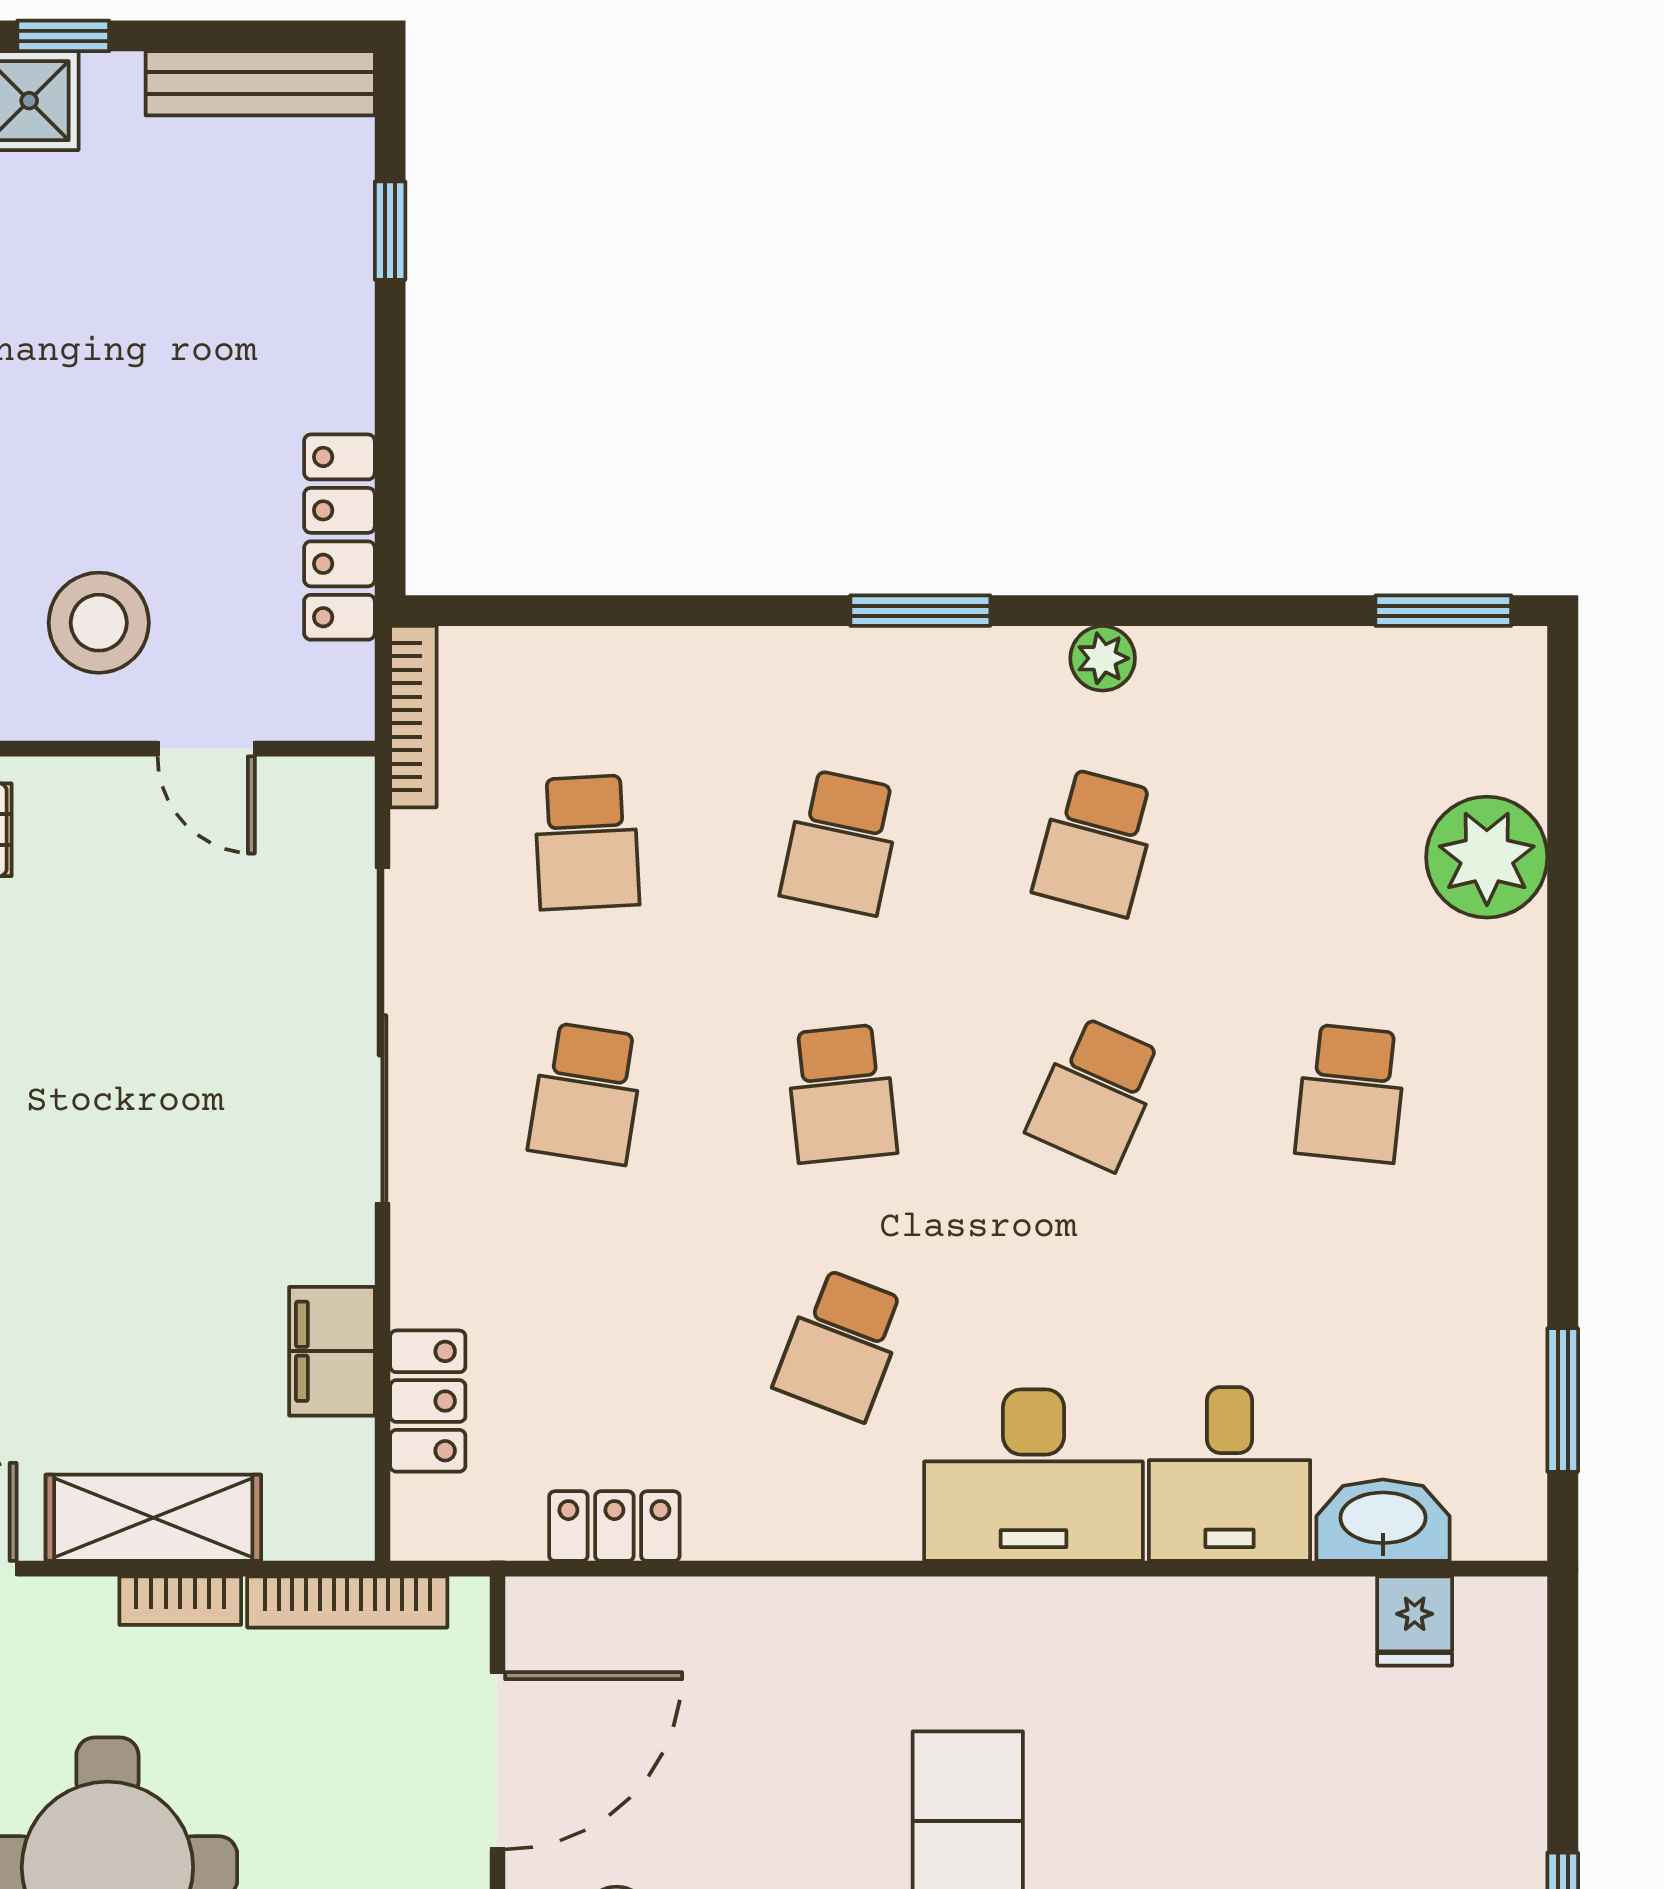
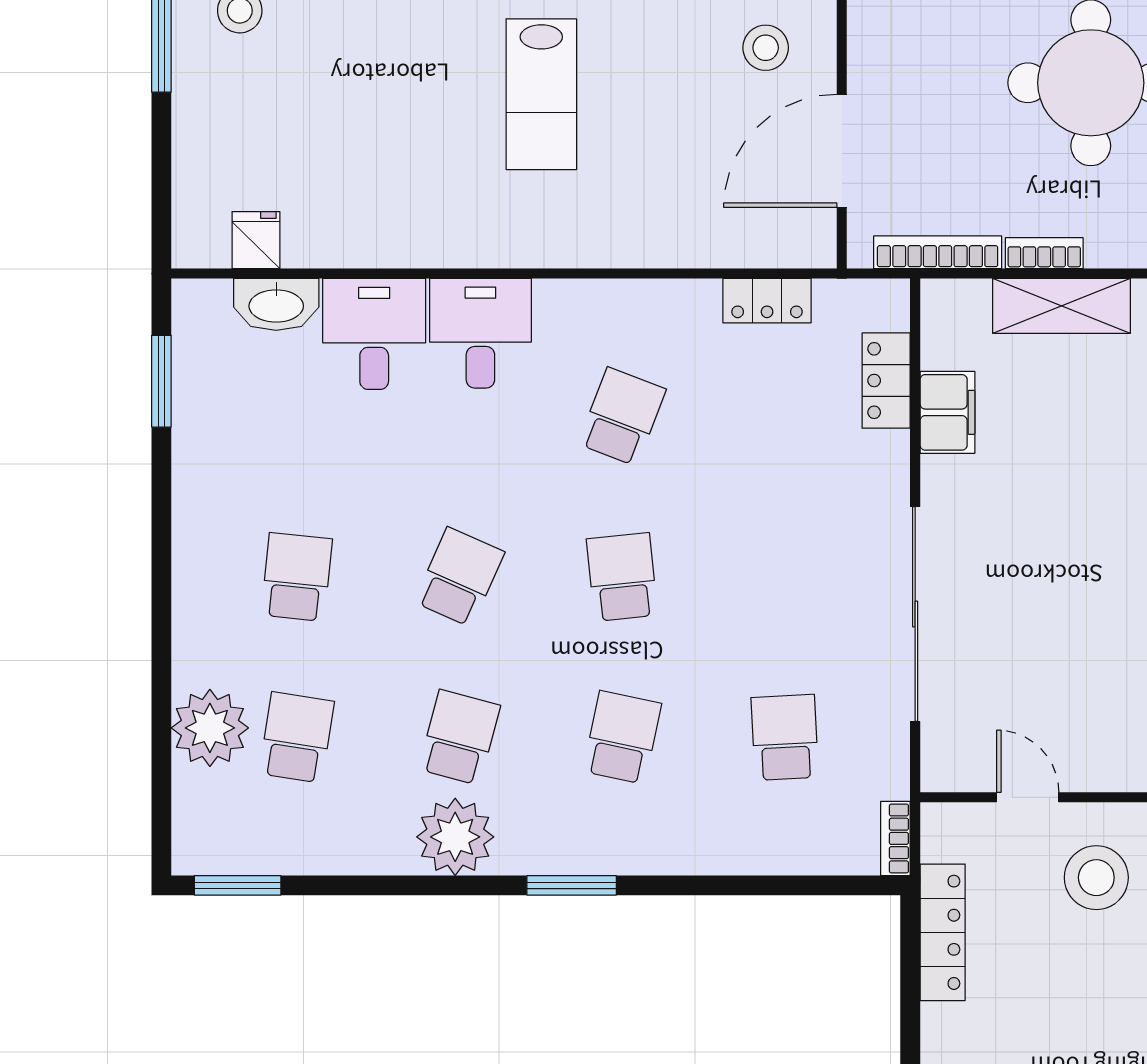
plant: (1103, 658) -> (455, 837), width x1.88, depth x1.88
bookcase: (413, 717) -> (895, 838), width x0.64
school desk: (587, 1093) -> (297, 737), moved
desk: (1033, 1475) -> (480, 333), width x0.73

